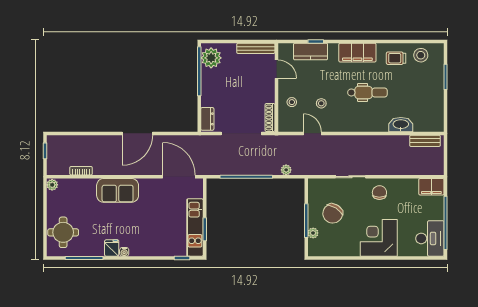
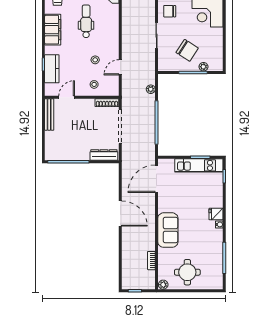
plant: (211, 58) -> (57, 152), removed
dresser: (207, 119) -> (104, 155), width x1.44
round table: (63, 232) -> (187, 272), moved
fridge: (112, 248) -> (216, 214), moved

